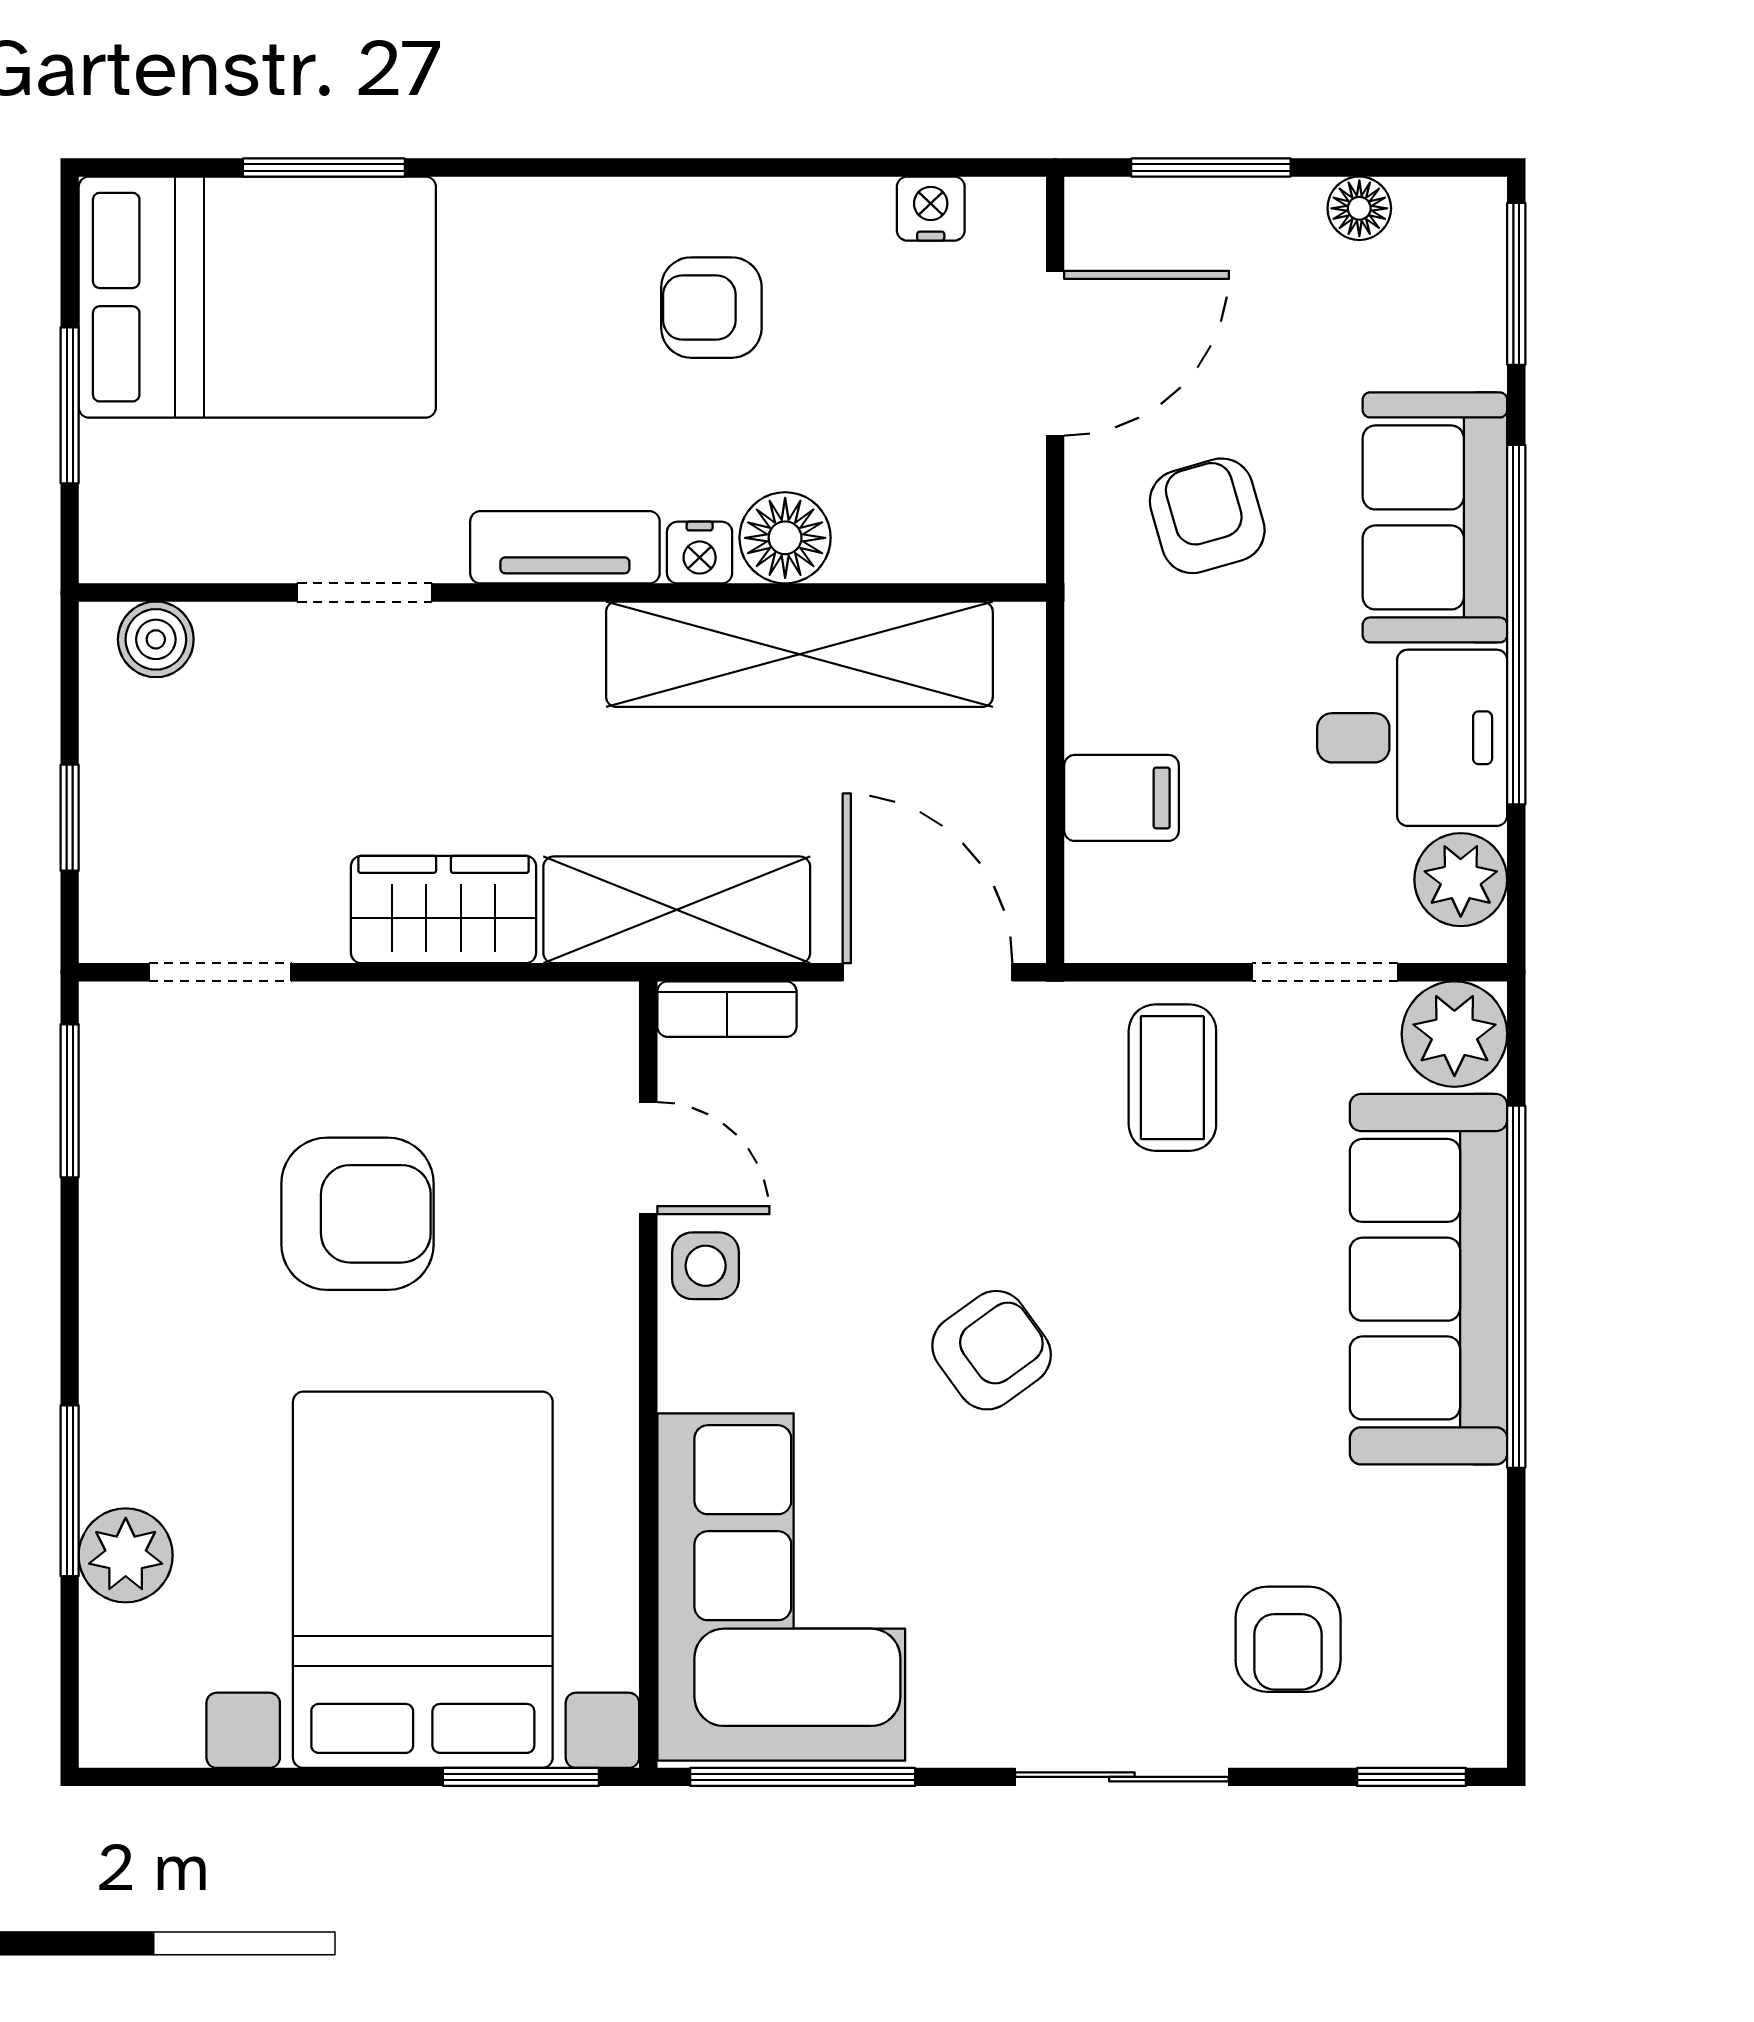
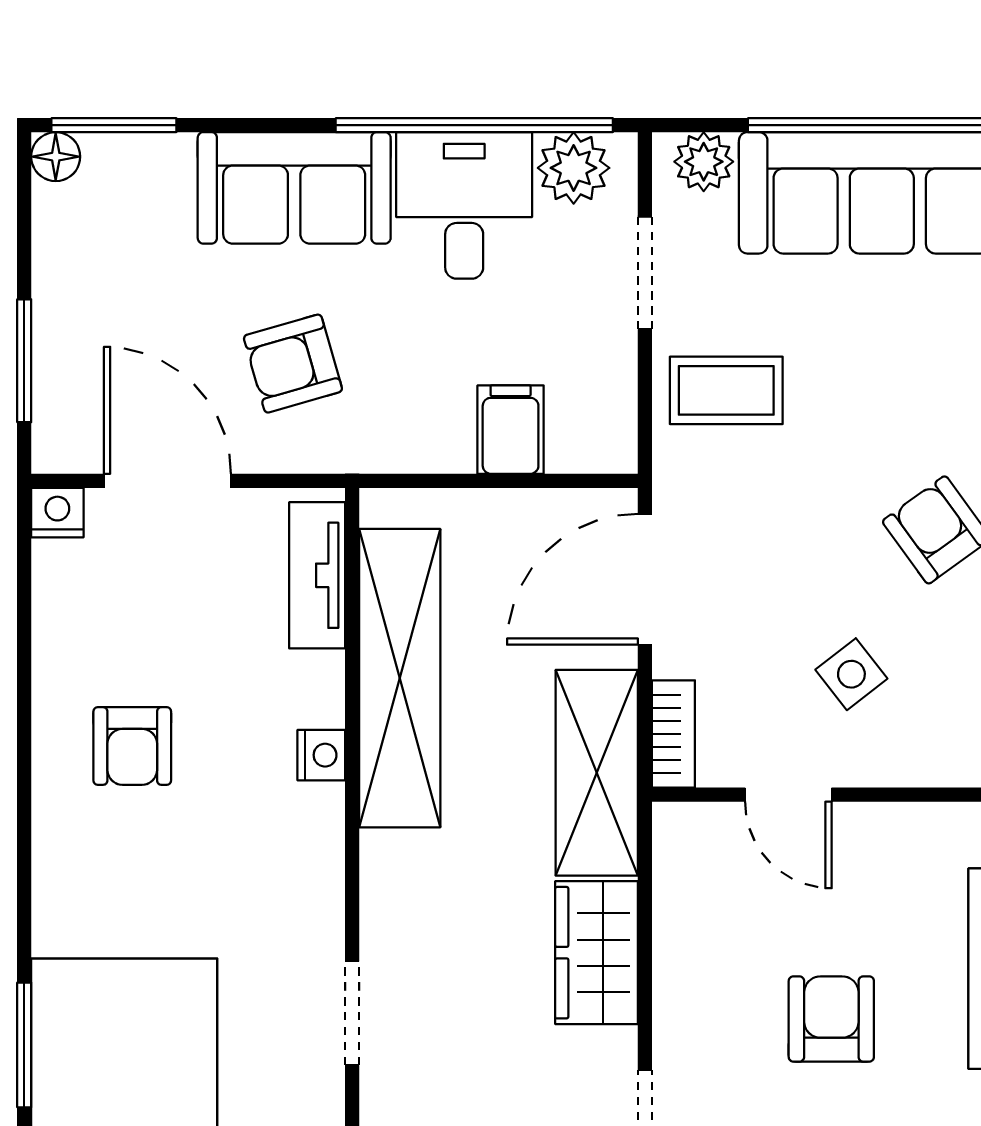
floor lamp: (1359, 208) -> (56, 157), moved
nightstand: (931, 209) -> (57, 513), moved, turned 90
floor lamp: (785, 538) -> (310, 689), removed
tv unit: (565, 547) -> (317, 575), moved
window: (1516, 625) -> (474, 125), moved
plant: (1454, 1034) -> (704, 162), width x0.73, depth x0.73
door: (648, 1158) -> (788, 795), swing flipped
armchair: (358, 1214) -> (831, 1019), width x0.72, depth x0.72
side table: (706, 1266) -> (851, 674), moved, turned -38

